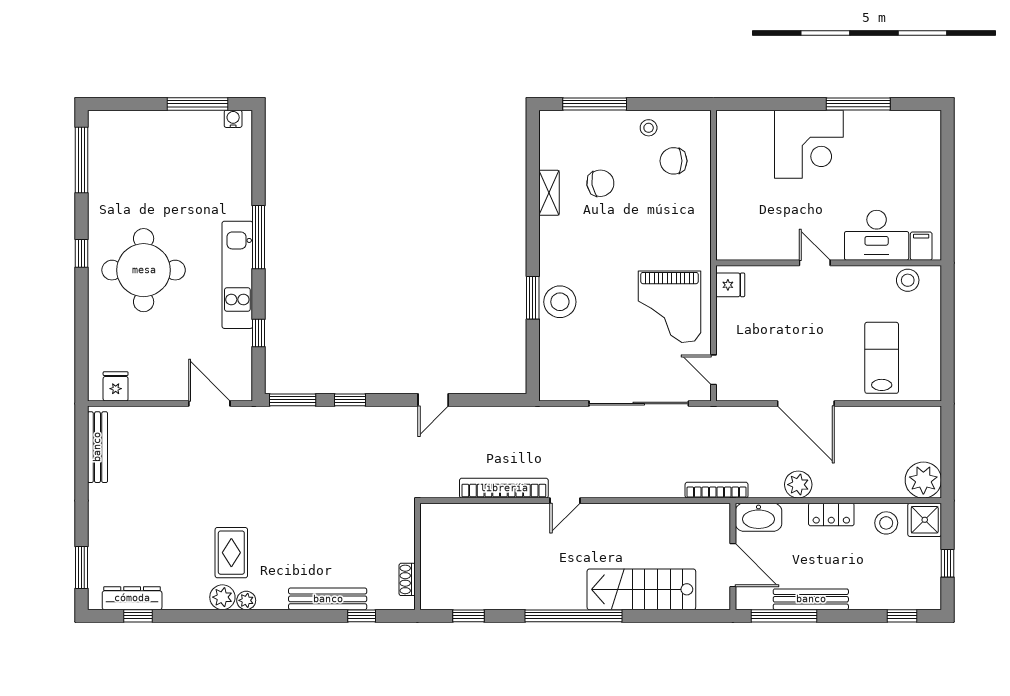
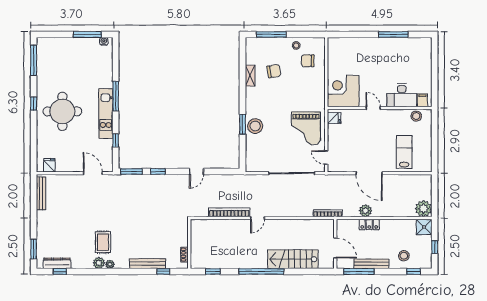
corner desk: (809, 144) -> (343, 91), moved, turned 180
locker: (831, 514) -> (369, 225), moved
washbasin: (758, 517) -> (347, 226), removed
stool: (886, 523) -> (404, 256), moved

